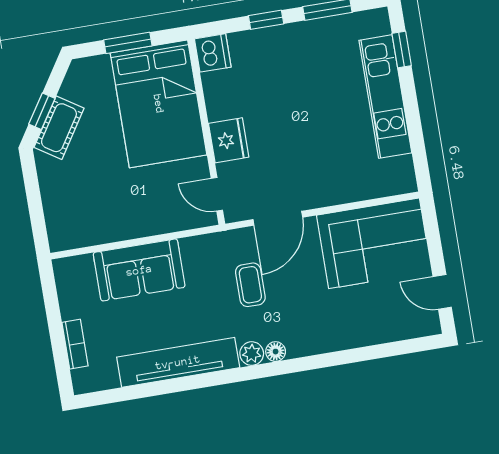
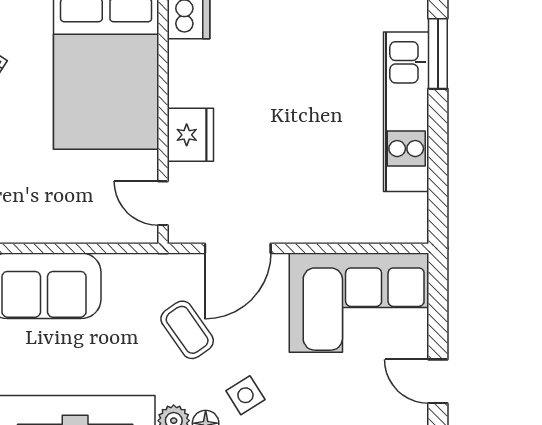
window: (402, 50) -> (438, 54), width x1.50
coffee table: (250, 285) -> (187, 330), turned -35
side table: (302, 326) -> (245, 395), added

